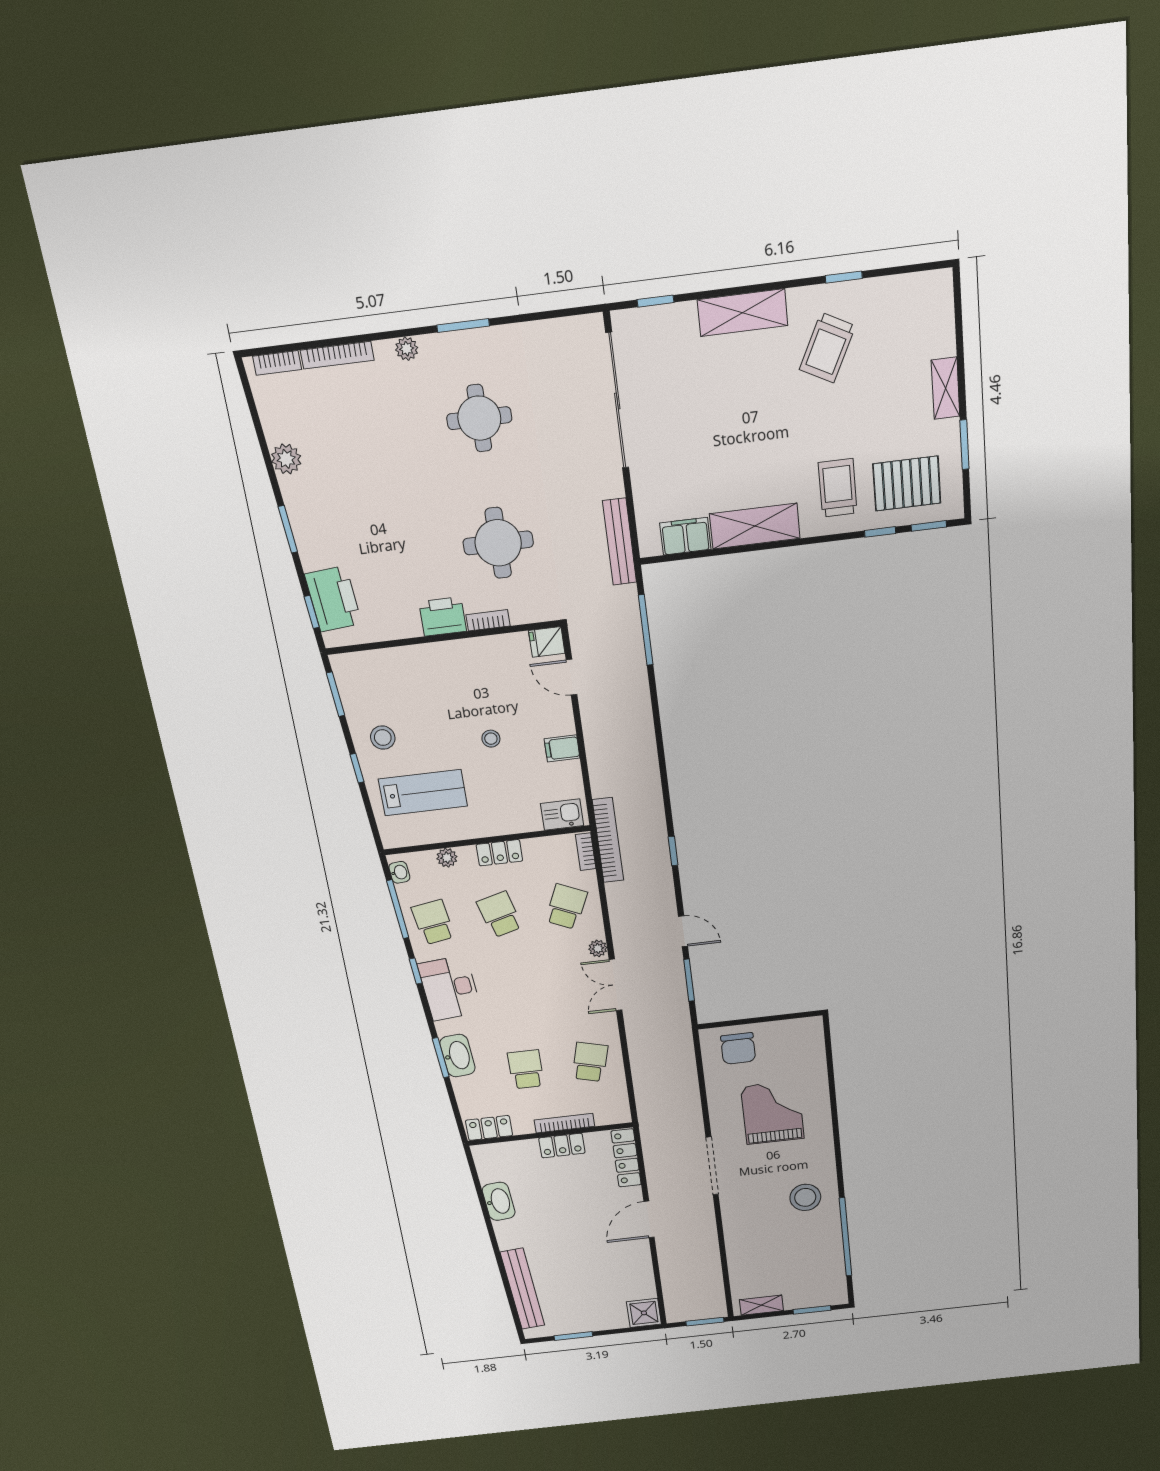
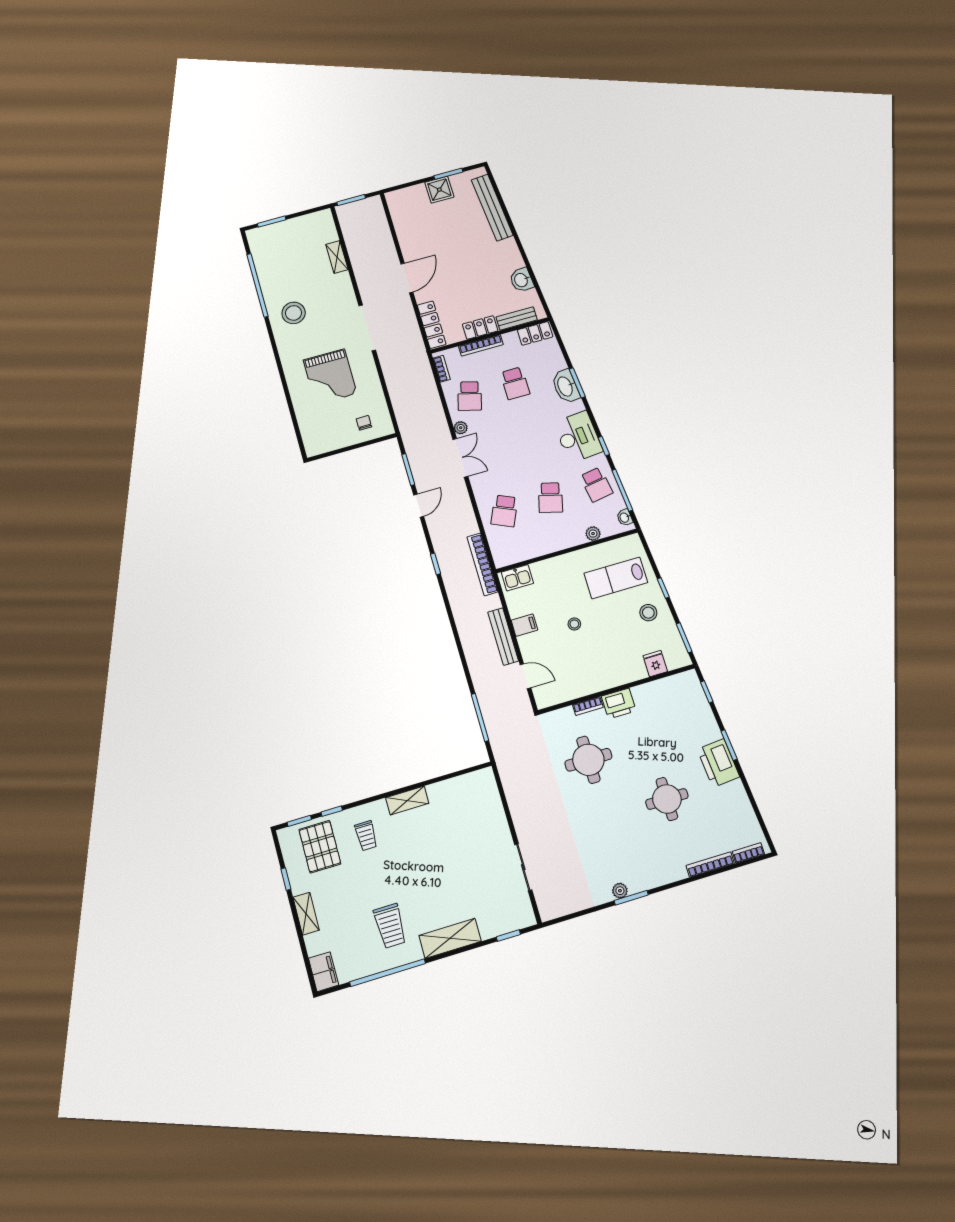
window: (844, 277) -> (388, 973), width x3.17
trolley: (827, 348) -> (390, 926), turned 153
plant: (407, 349) -> (620, 891), moved
sliding door: (617, 401) -> (523, 867), width x0.54
round table: (479, 418) -> (667, 799), moved
window: (964, 445) -> (286, 879), width x0.67
plant: (286, 459) -> (735, 792), removed
pallet: (907, 483) -> (320, 847), turned 90
trolley: (838, 488) -> (366, 836), width x0.73, depth x0.72
shelving: (755, 526) -> (407, 800), width x0.67, depth x0.75
filing cabinet: (685, 536) -> (324, 972), moved, turned -90
bench: (620, 542) -> (503, 636), moved
printer: (333, 599) -> (718, 763), moved
fridge: (547, 642) -> (655, 664), moved, turned -90
bookcase: (586, 852) -> (442, 369), moved
locker: (499, 853) -> (557, 543), removed
school desk: (500, 914) -> (550, 498), turned 30
door: (683, 931) -> (419, 506), swing flipped
plant: (598, 948) -> (461, 428), moved
chair: (738, 1048) -> (364, 423), width x0.54, depth x0.54
bench: (511, 1150) -> (517, 318), added
washbasin: (499, 1201) -> (522, 280), width x0.72
shelving: (761, 1305) -> (337, 257), moved, turned 90
shower: (644, 1313) -> (439, 190), moved

